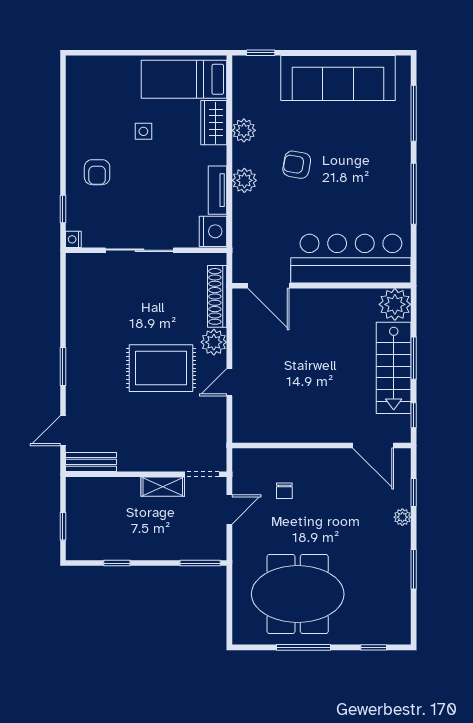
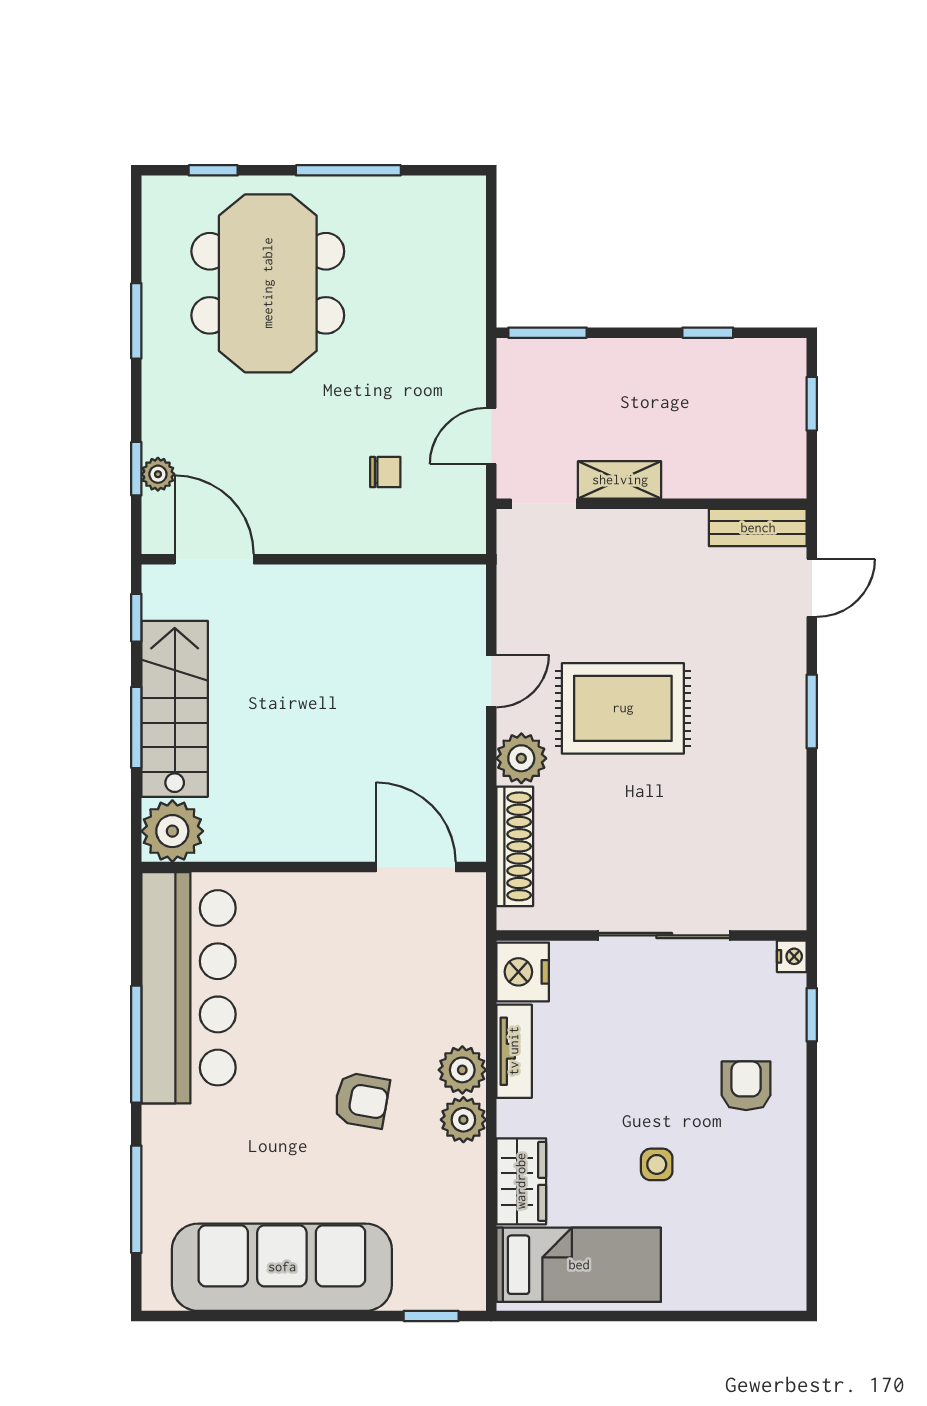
plant: (244, 130) -> (463, 1120), moved
bar counter: (351, 259) -> (189, 988), moved, turned -90
chair: (284, 491) -> (385, 472), turned 90
plant: (402, 517) -> (158, 474), moved
meeting table: (298, 594) -> (268, 283), moved, turned 90

